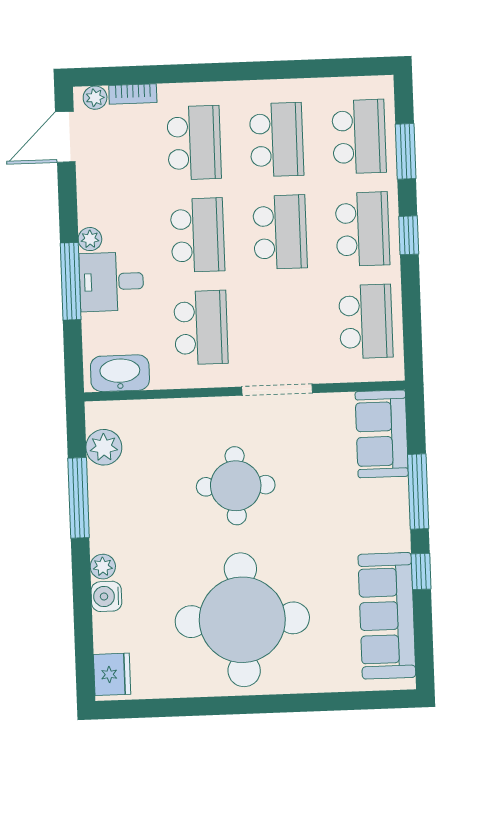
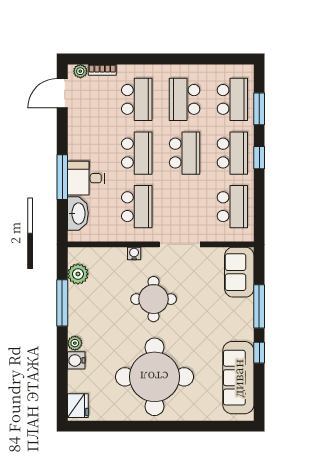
school desk: (277, 140) -> (185, 99), turned 180
plant: (90, 239) -> (74, 153), removed
washbasin: (120, 373) -> (78, 213), moved, turned 90
water cooler: (199, 408) -> (134, 253), added

